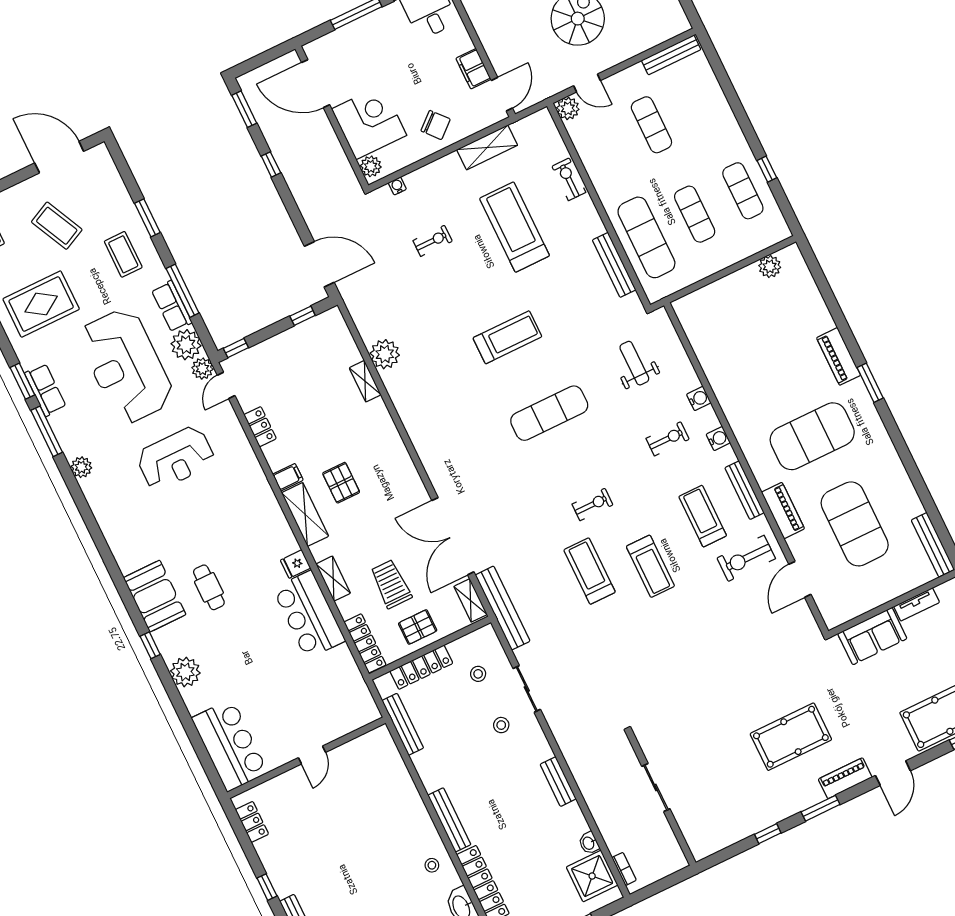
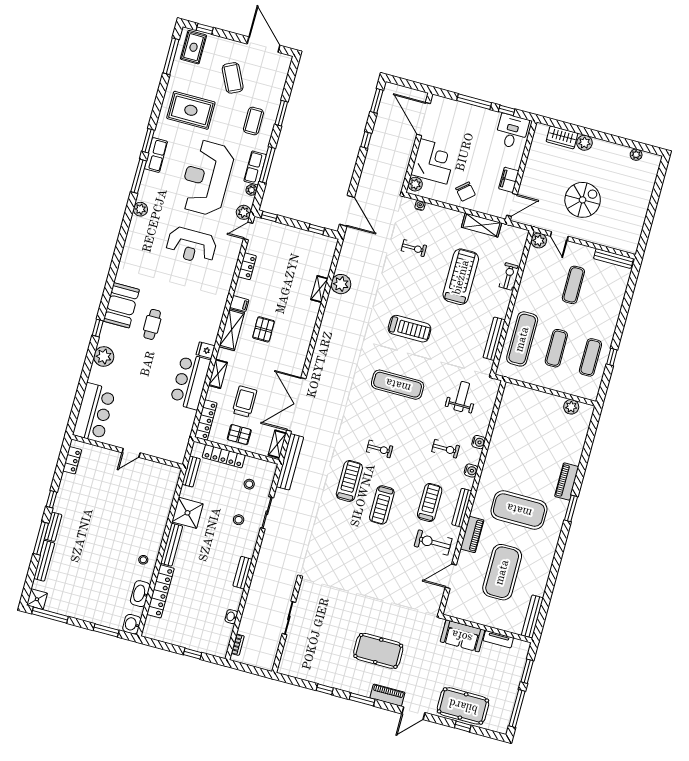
plant: (186, 345) -> (251, 190), width x0.53, depth x0.53
bench: (403, 724) -> (191, 472), width x0.73
shower: (592, 876) -> (187, 513), moved

